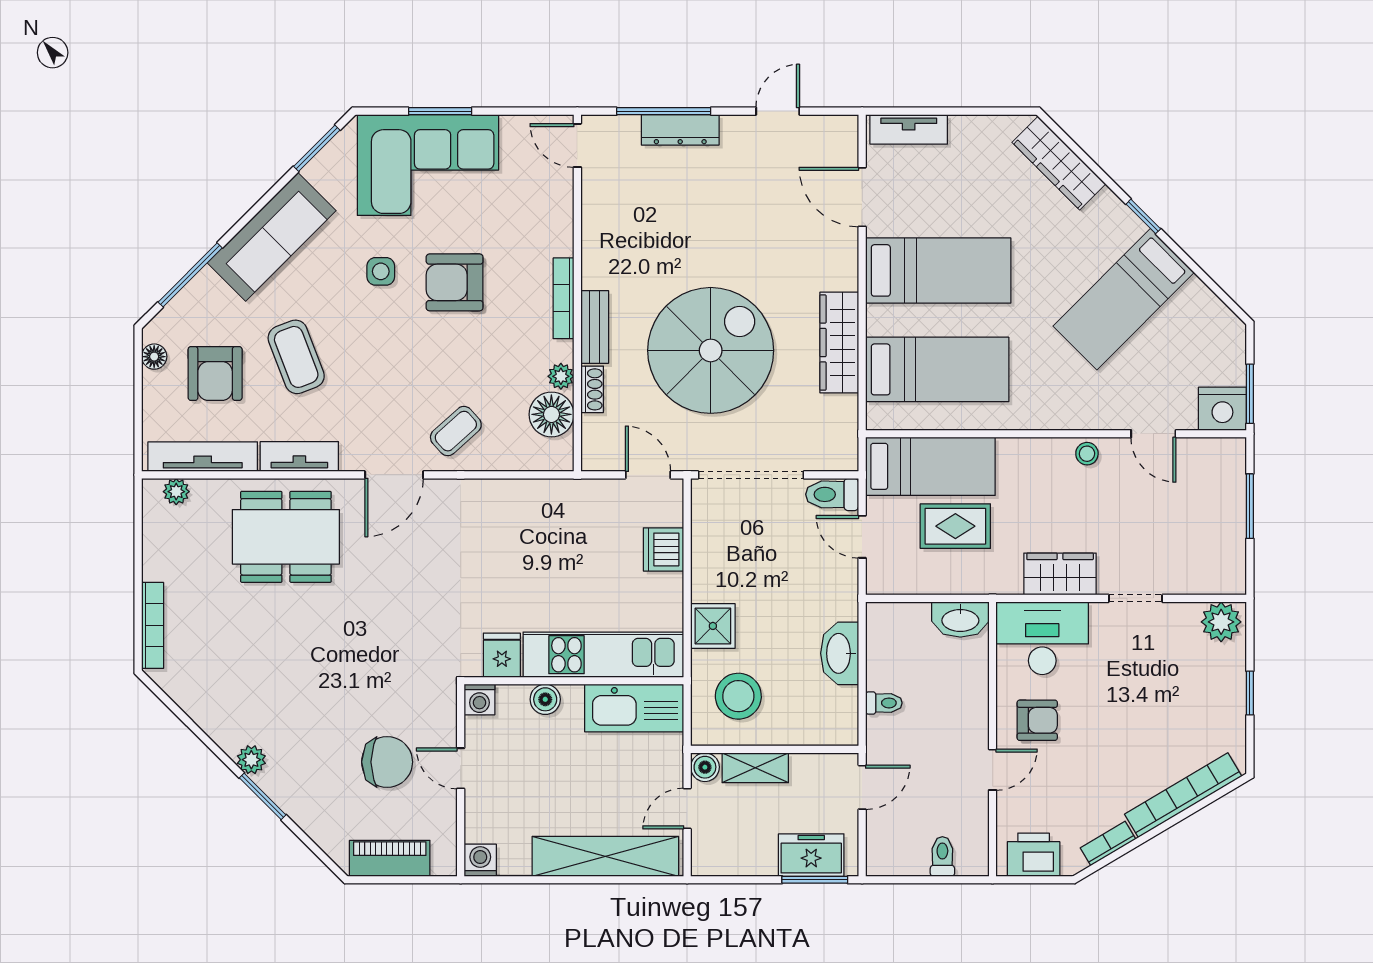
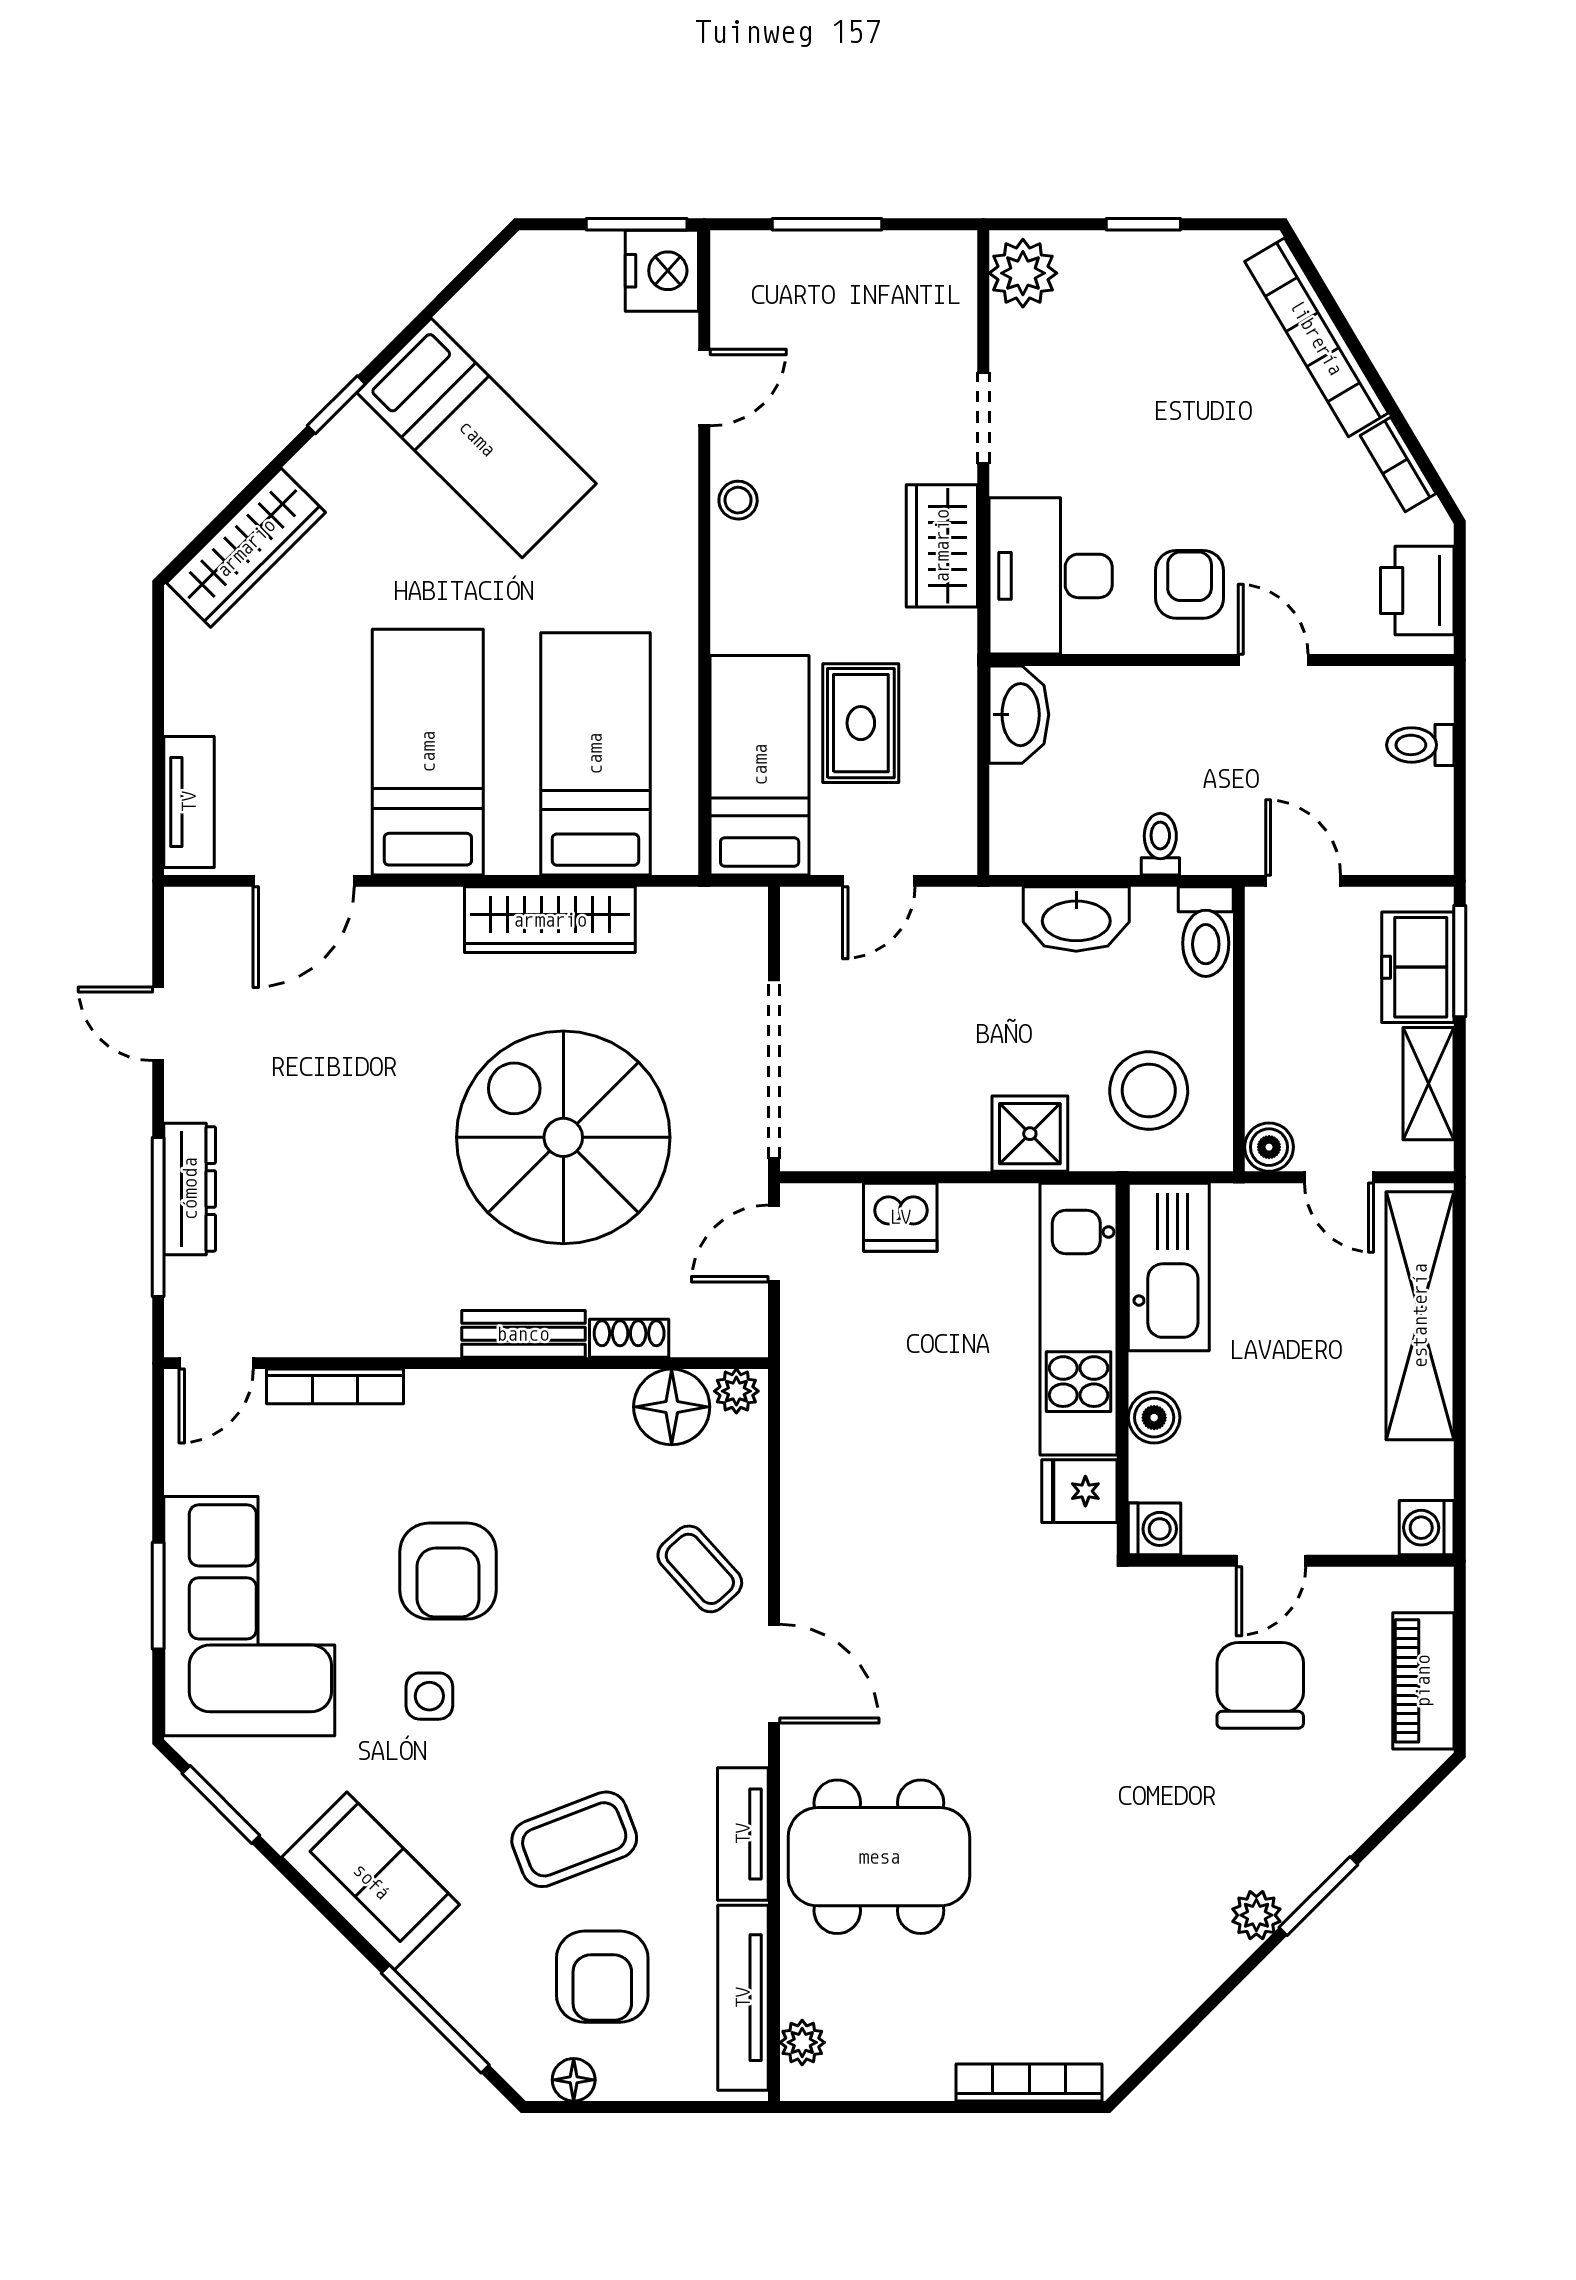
sofa: (272, 237) -> (371, 1881), width x0.73
bookcase: (564, 298) -> (335, 1386), moved
armchair: (215, 373) -> (602, 1977), turned 90
plant: (561, 376) -> (736, 1391), moved
toilet: (832, 494) -> (1206, 932), moved
dining table: (286, 537) -> (879, 1857), turned 90
shelving: (755, 768) -> (1429, 1084), moved

